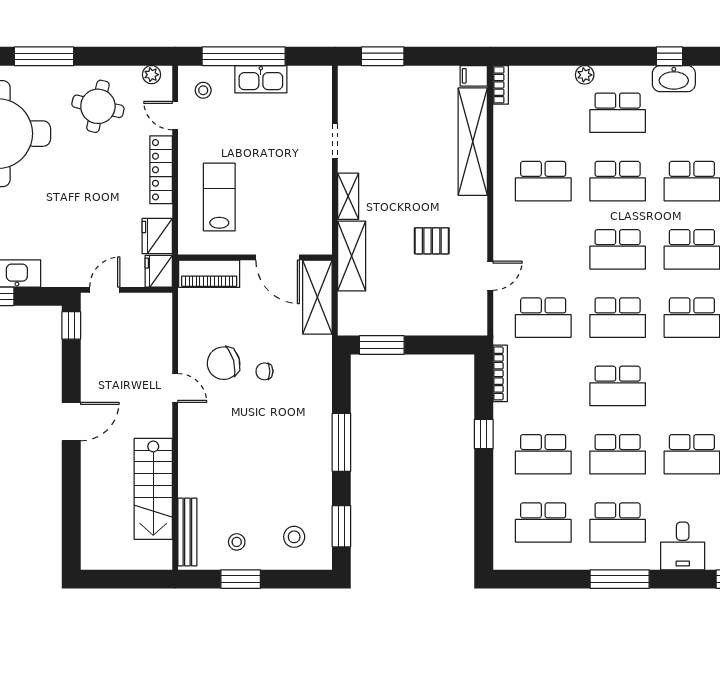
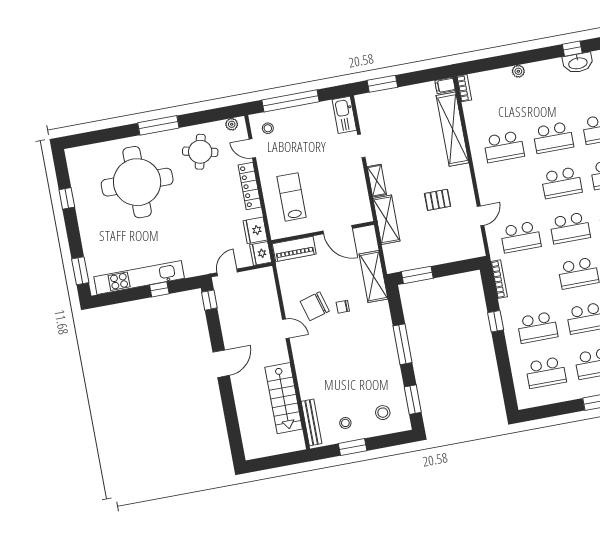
kitchen sink: (261, 79) -> (344, 115), moved, turned 90
school desk: (618, 113) -> (545, 92), removed
shelving: (317, 297) -> (373, 277), moved

